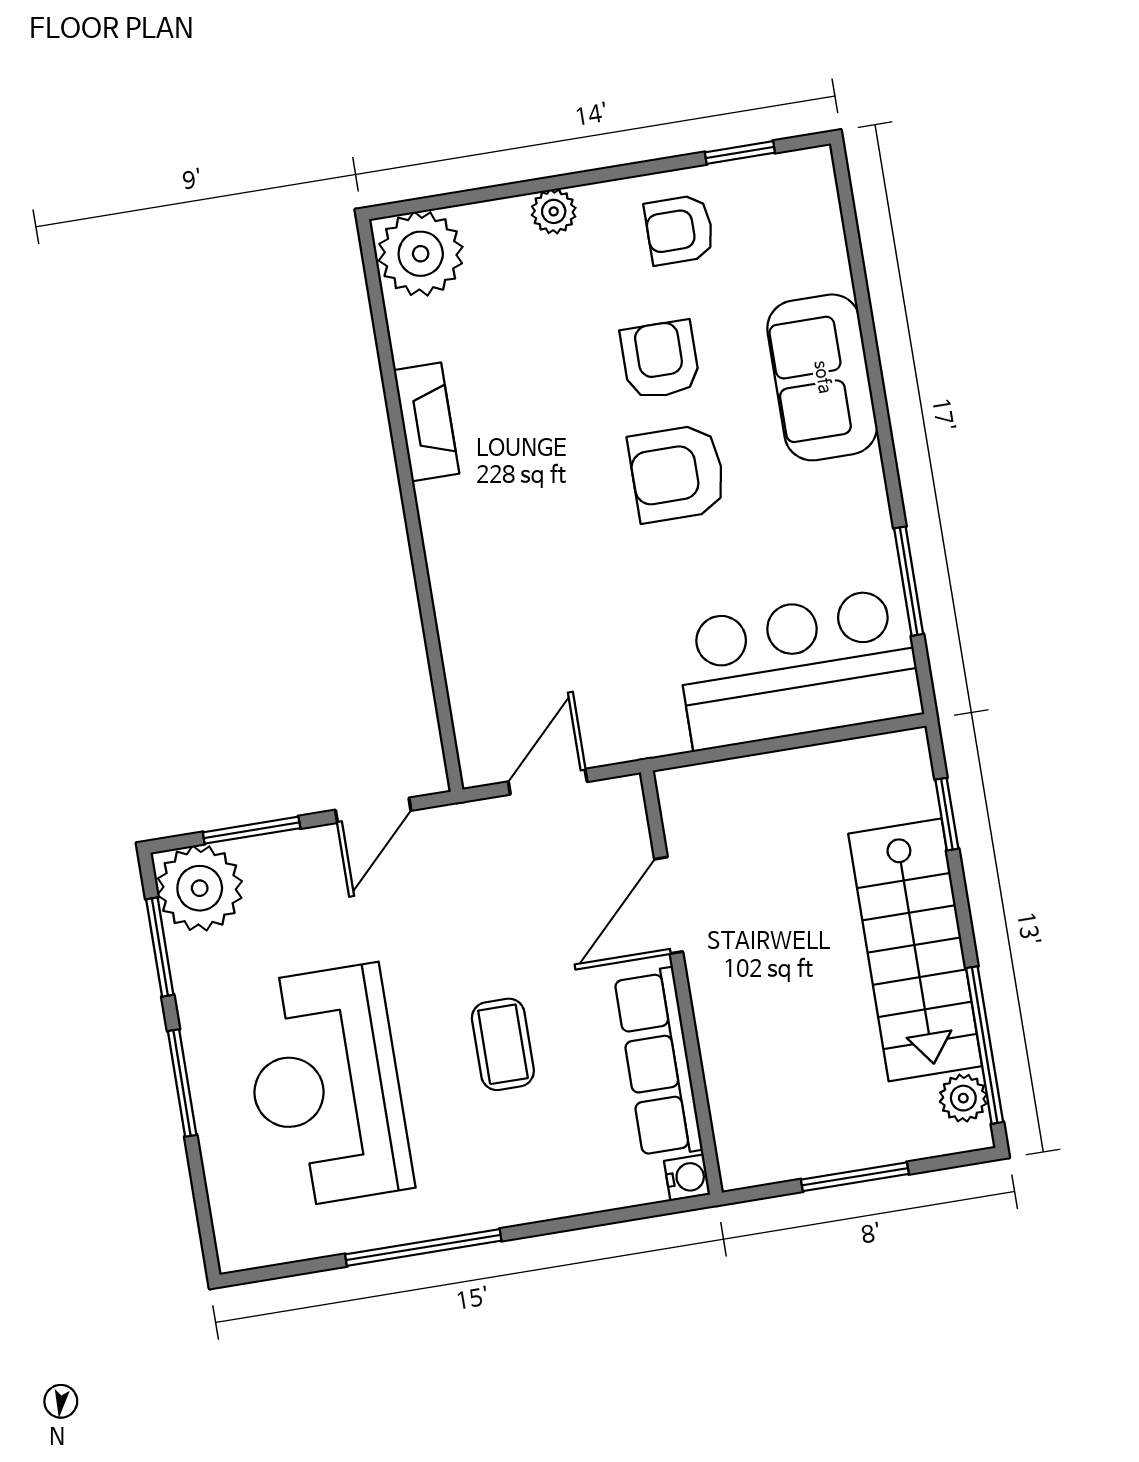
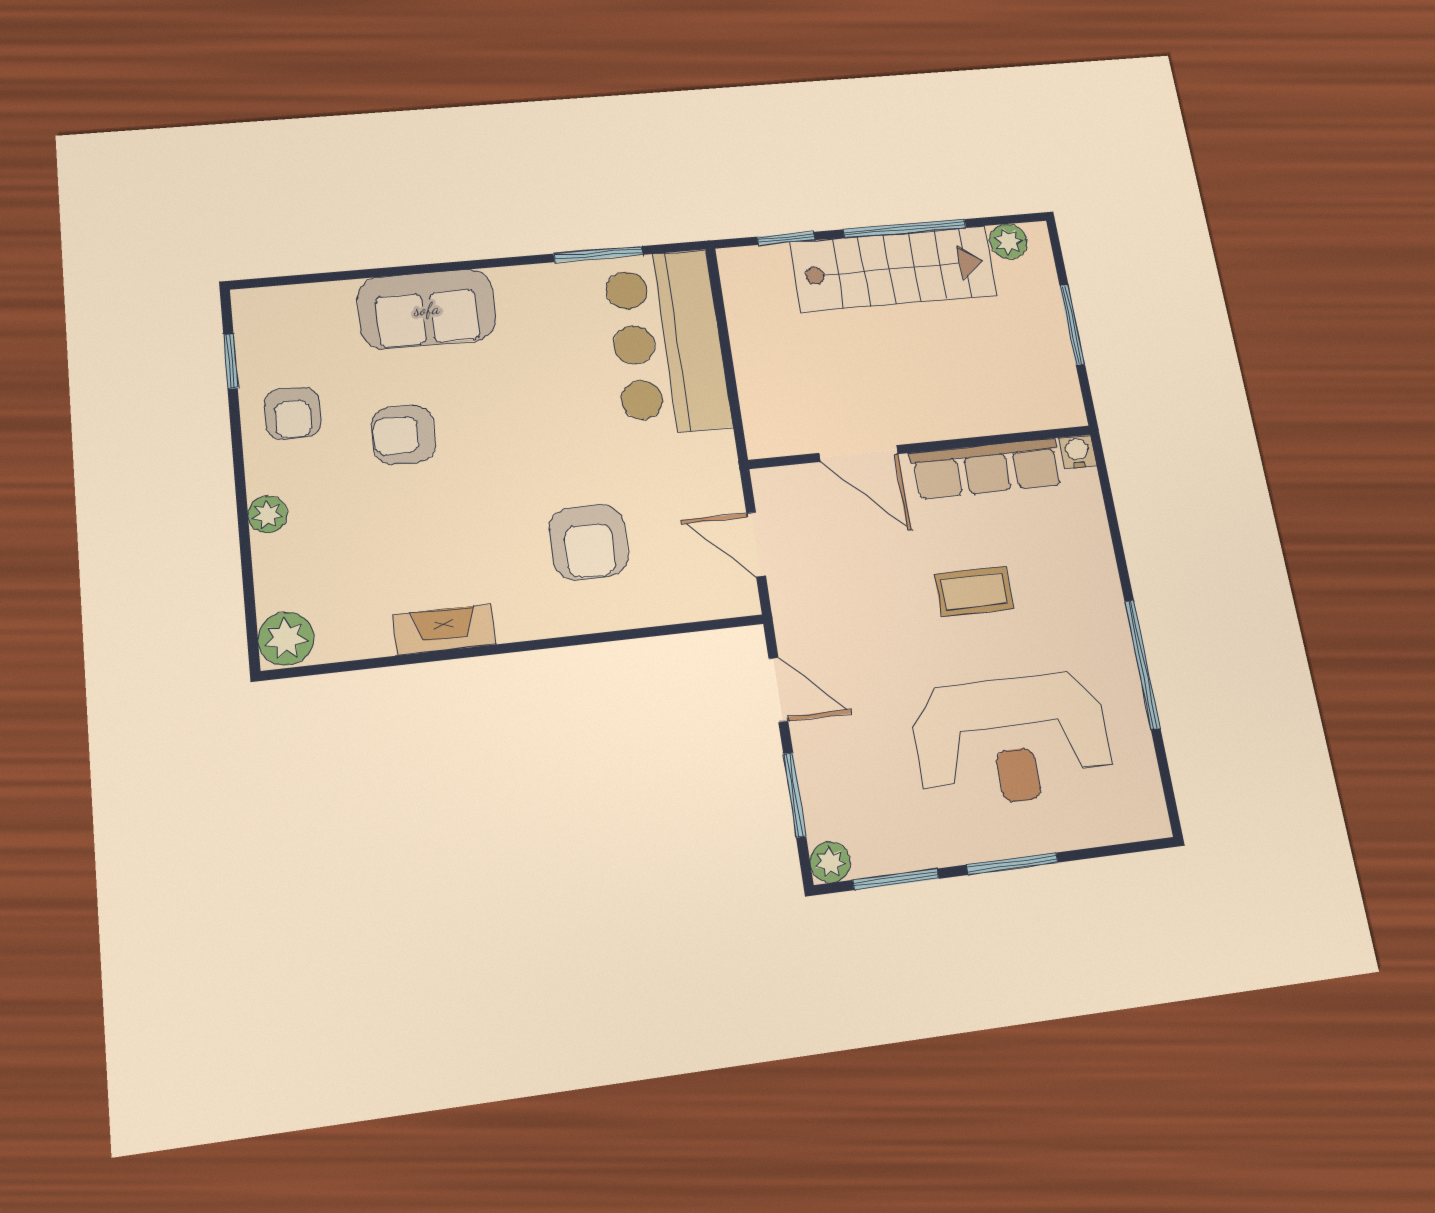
plant: (421, 254) -> (286, 639), width x0.73, depth x0.73
armchair: (677, 473) -> (589, 542), moved
plant: (200, 888) -> (830, 862), width x0.53, depth x0.53
window: (985, 1045) -> (905, 228), moved

